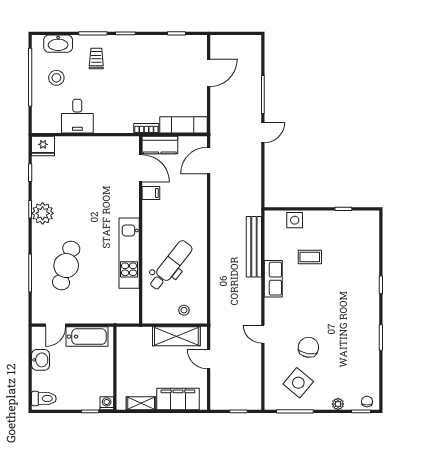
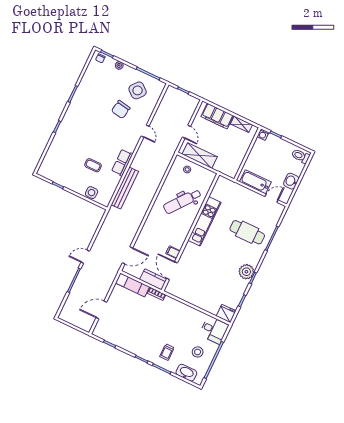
desk: (77, 116) -> (214, 330), moved, turned 90
cafe table: (66, 266) -> (247, 232), turned 73

